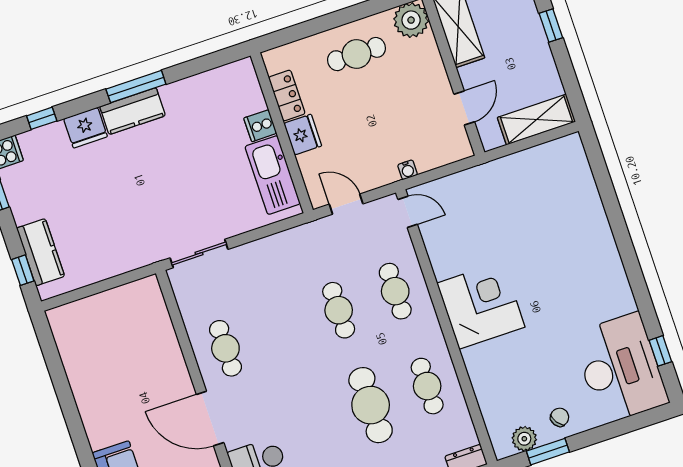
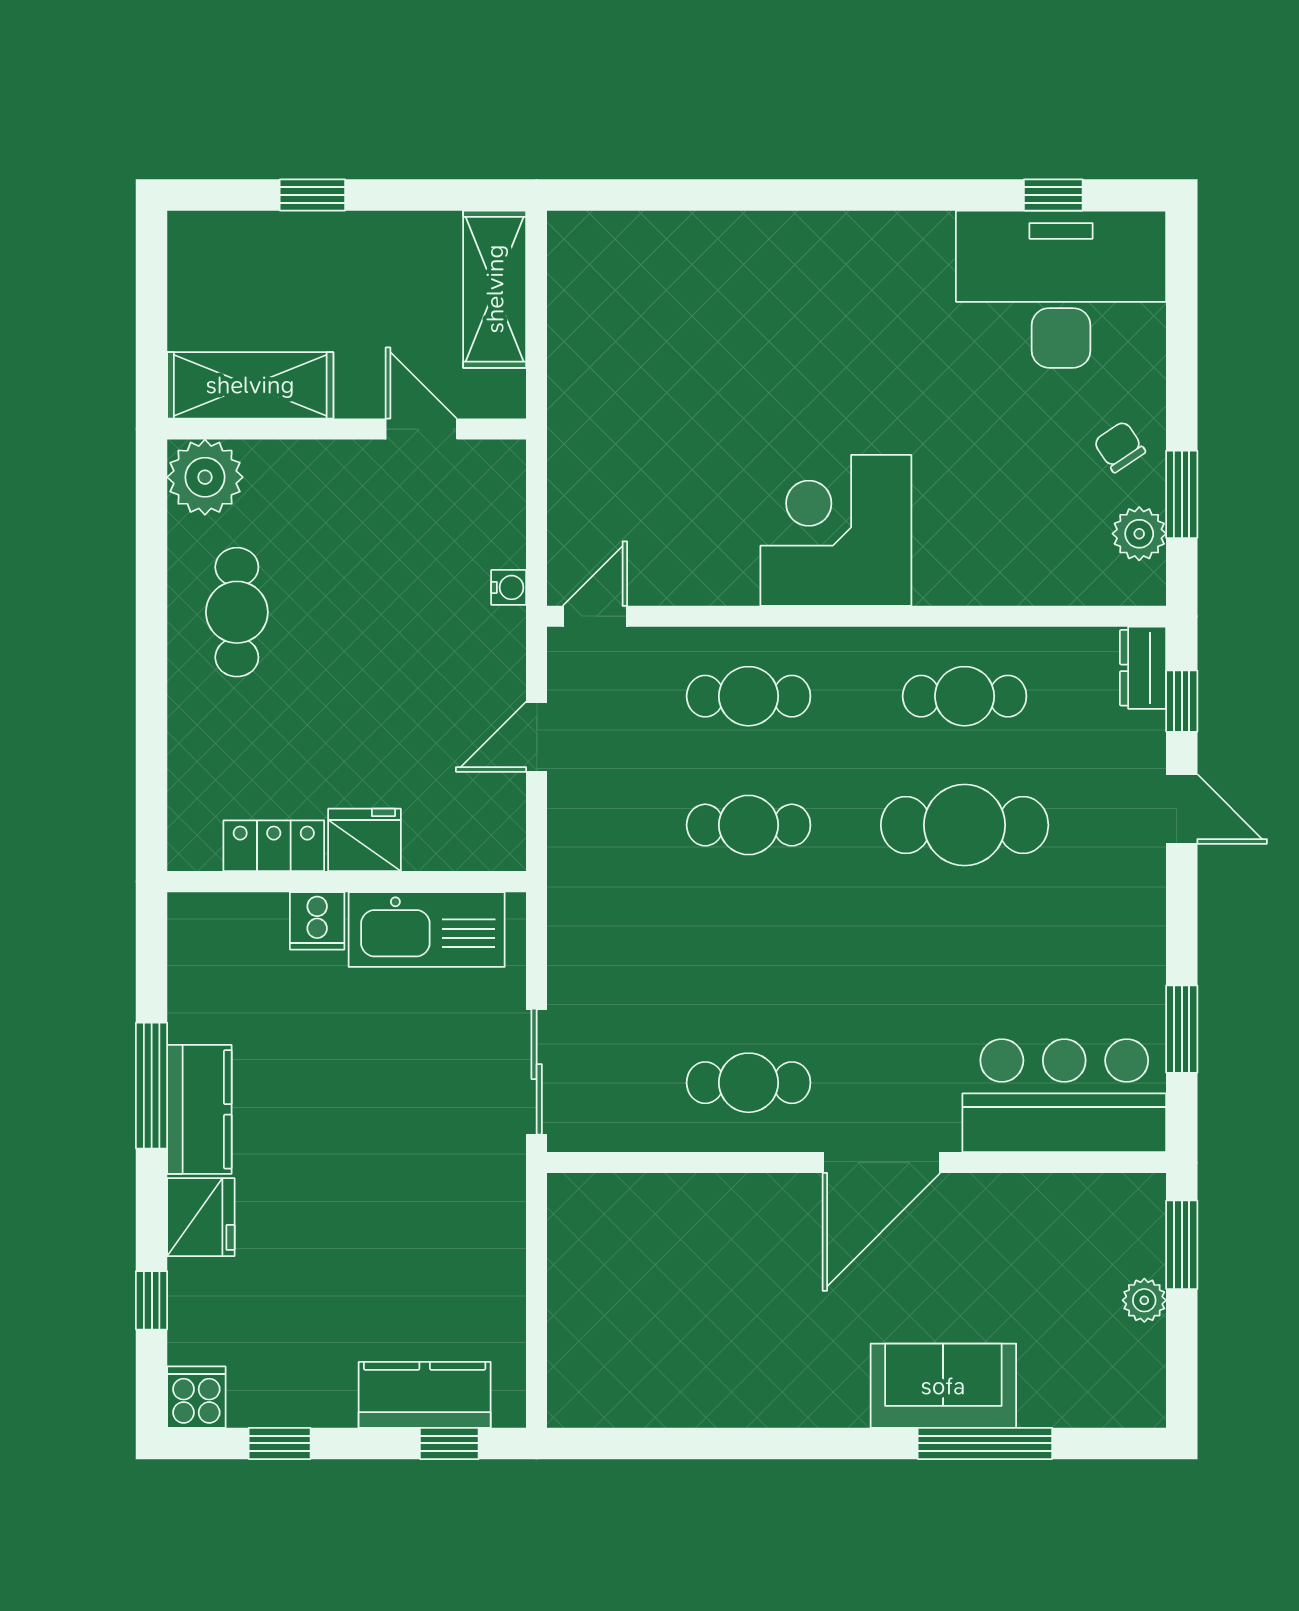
locker: (287, 96) -> (274, 846), moved
cooker: (260, 126) -> (317, 921), moved
wall: (282, 133) -> (347, 882), moved
fridge: (303, 135) -> (365, 840), moved
kitchen sink: (273, 175) -> (427, 929), moved

